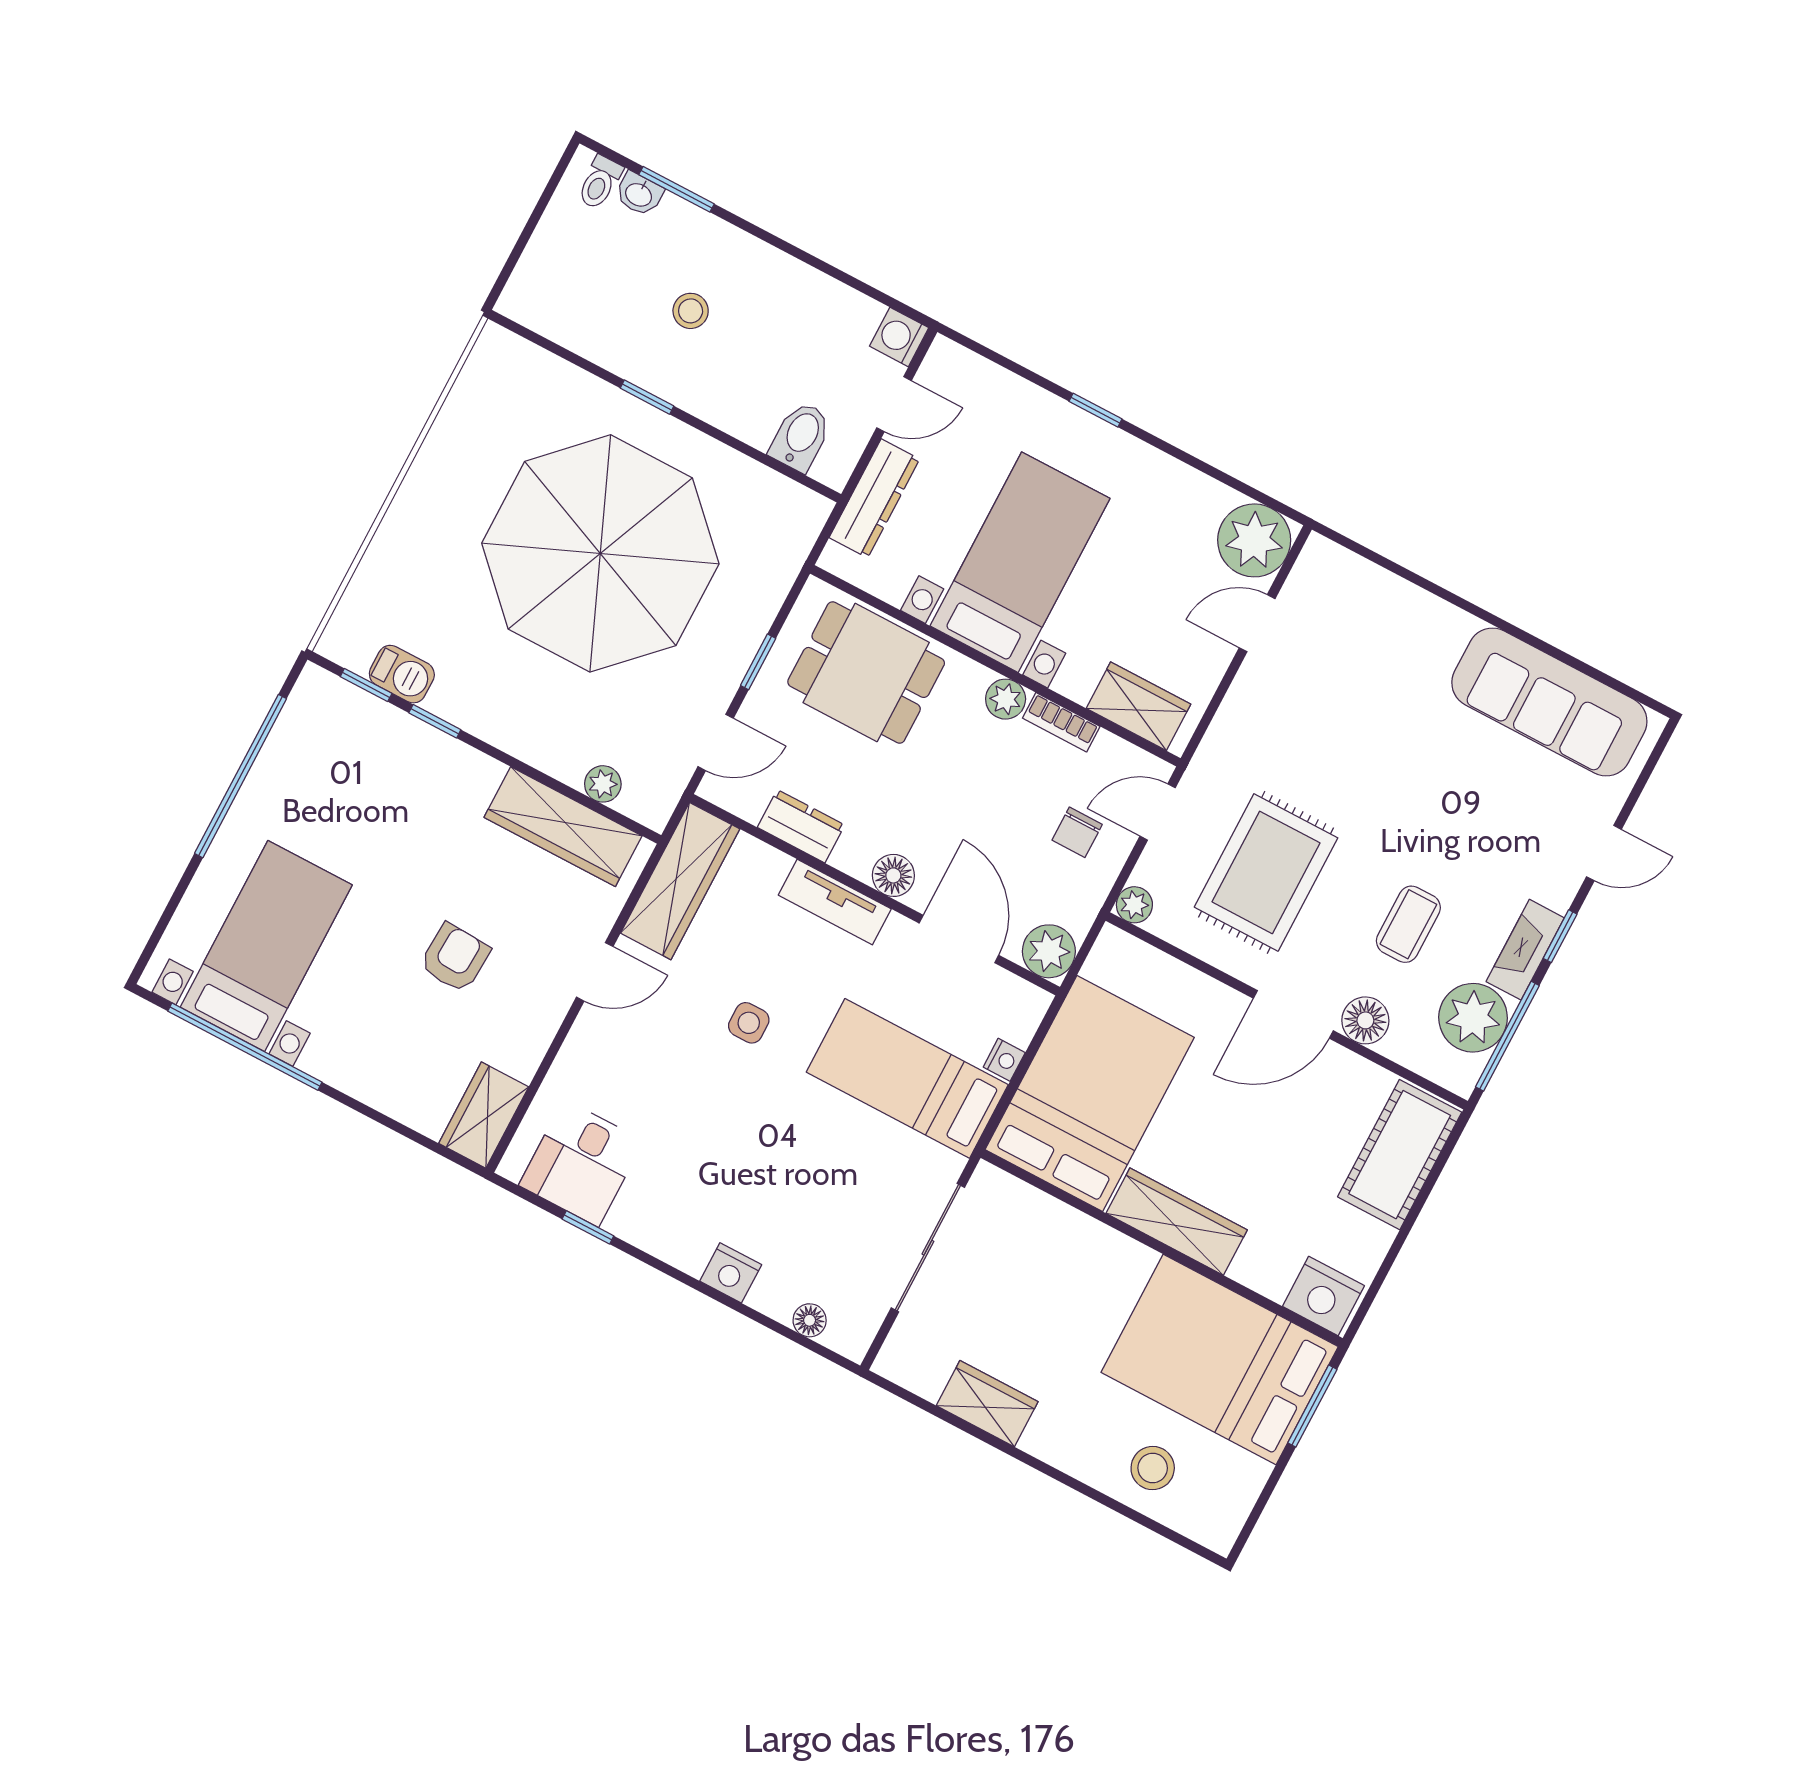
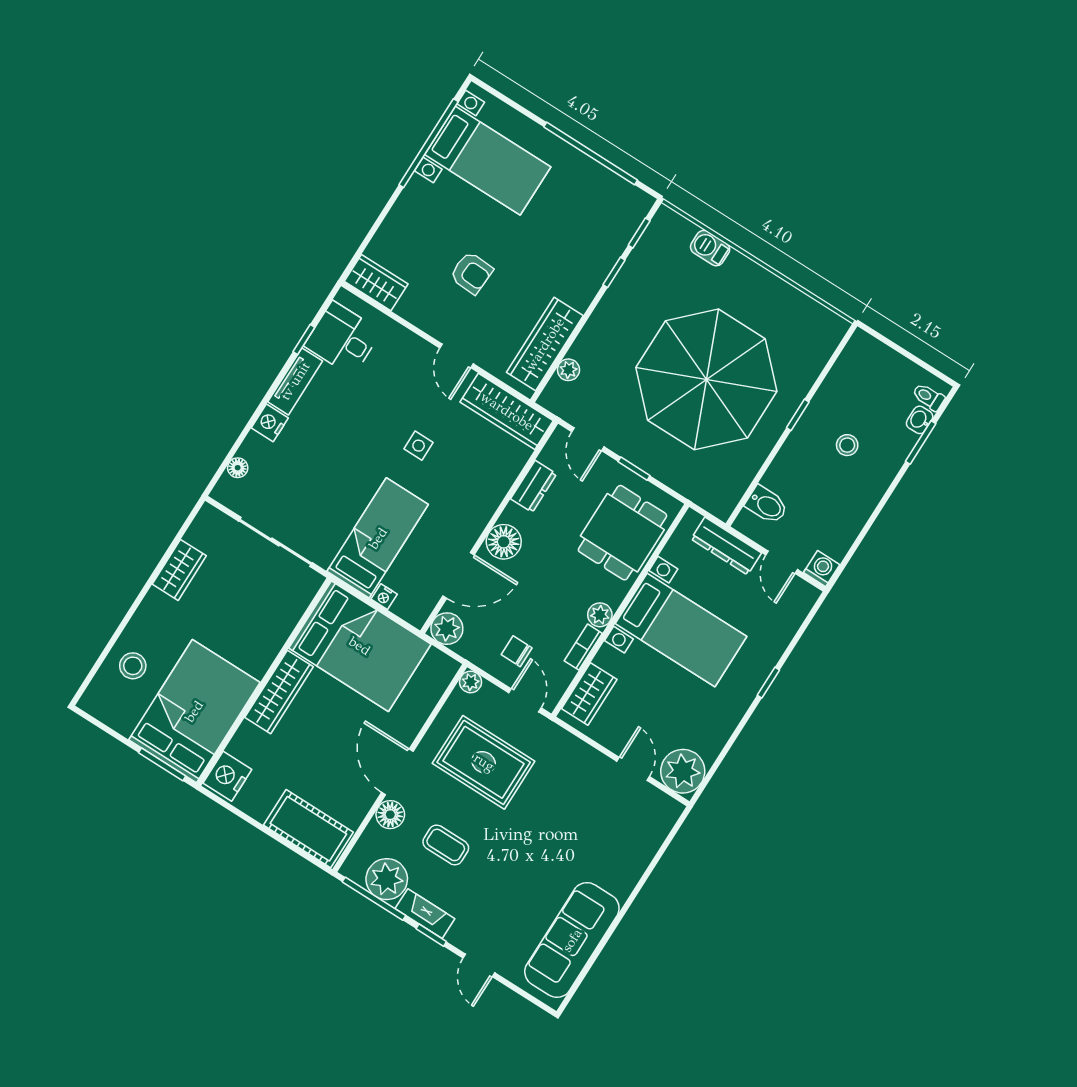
barbecue: (402, 674) -> (710, 248), moved, turned 90
floor lamp: (893, 875) -> (504, 542), width x1.38, depth x1.38
tv unit: (835, 902) -> (295, 381), moved, turned 180

